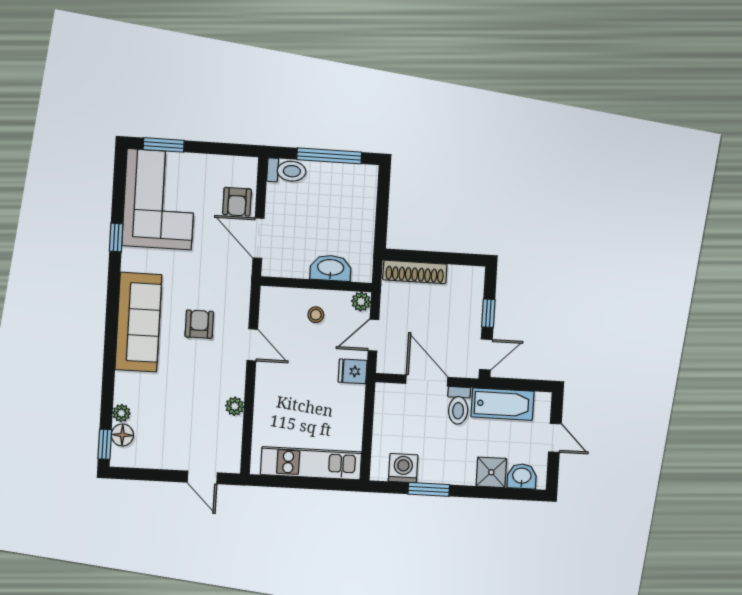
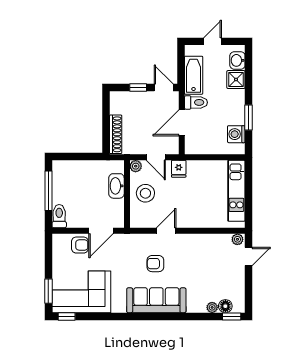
window: (116, 237) -> (67, 316), moved
stool: (316, 315) -> (145, 193), width x1.89, depth x1.89
plant: (235, 406) -> (237, 239), moved

